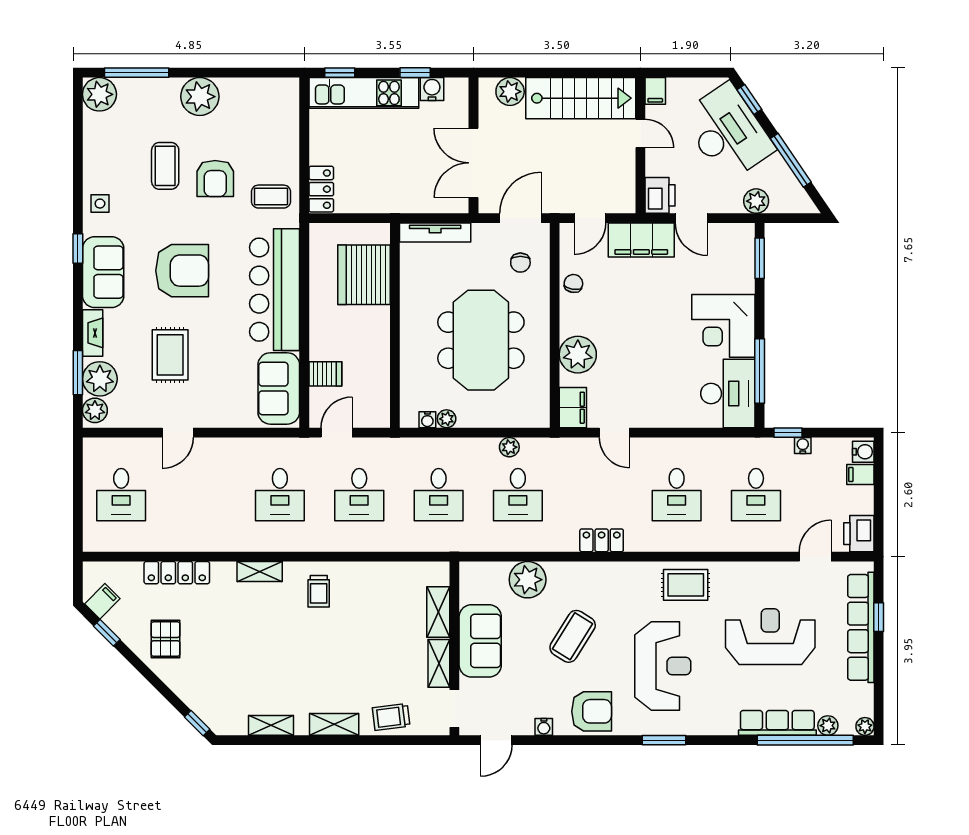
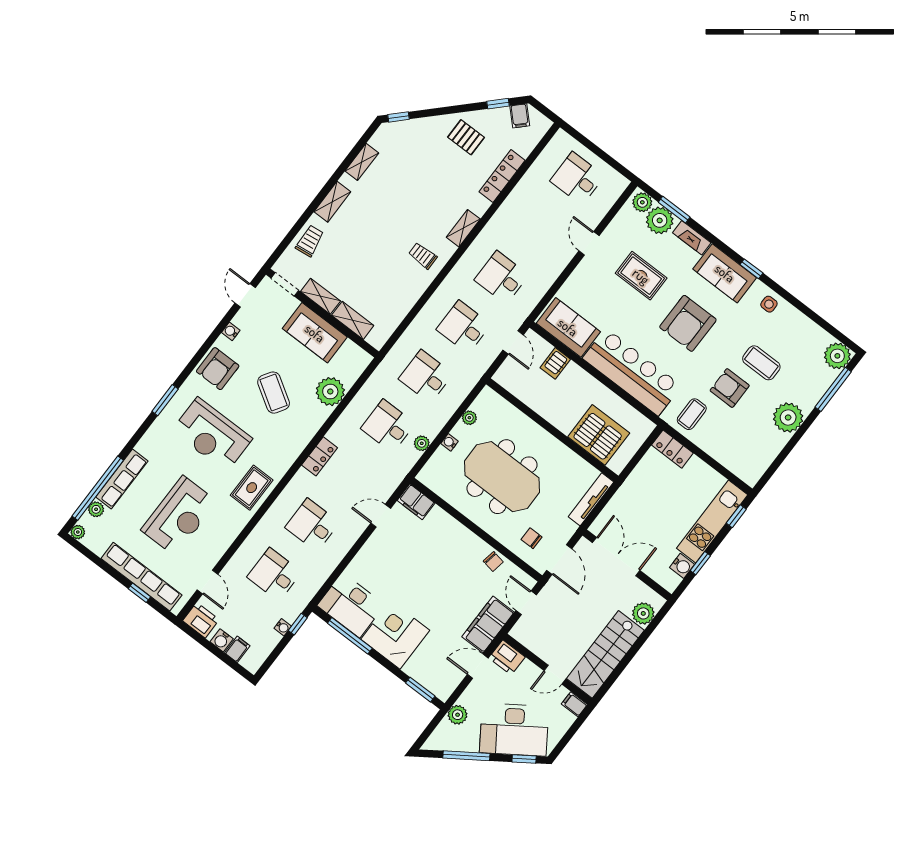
plant: (578, 355) -> (447, 530), removed
water cooler: (427, 420) -> (450, 442), moved
water cooler: (863, 452) -> (222, 640), moved

